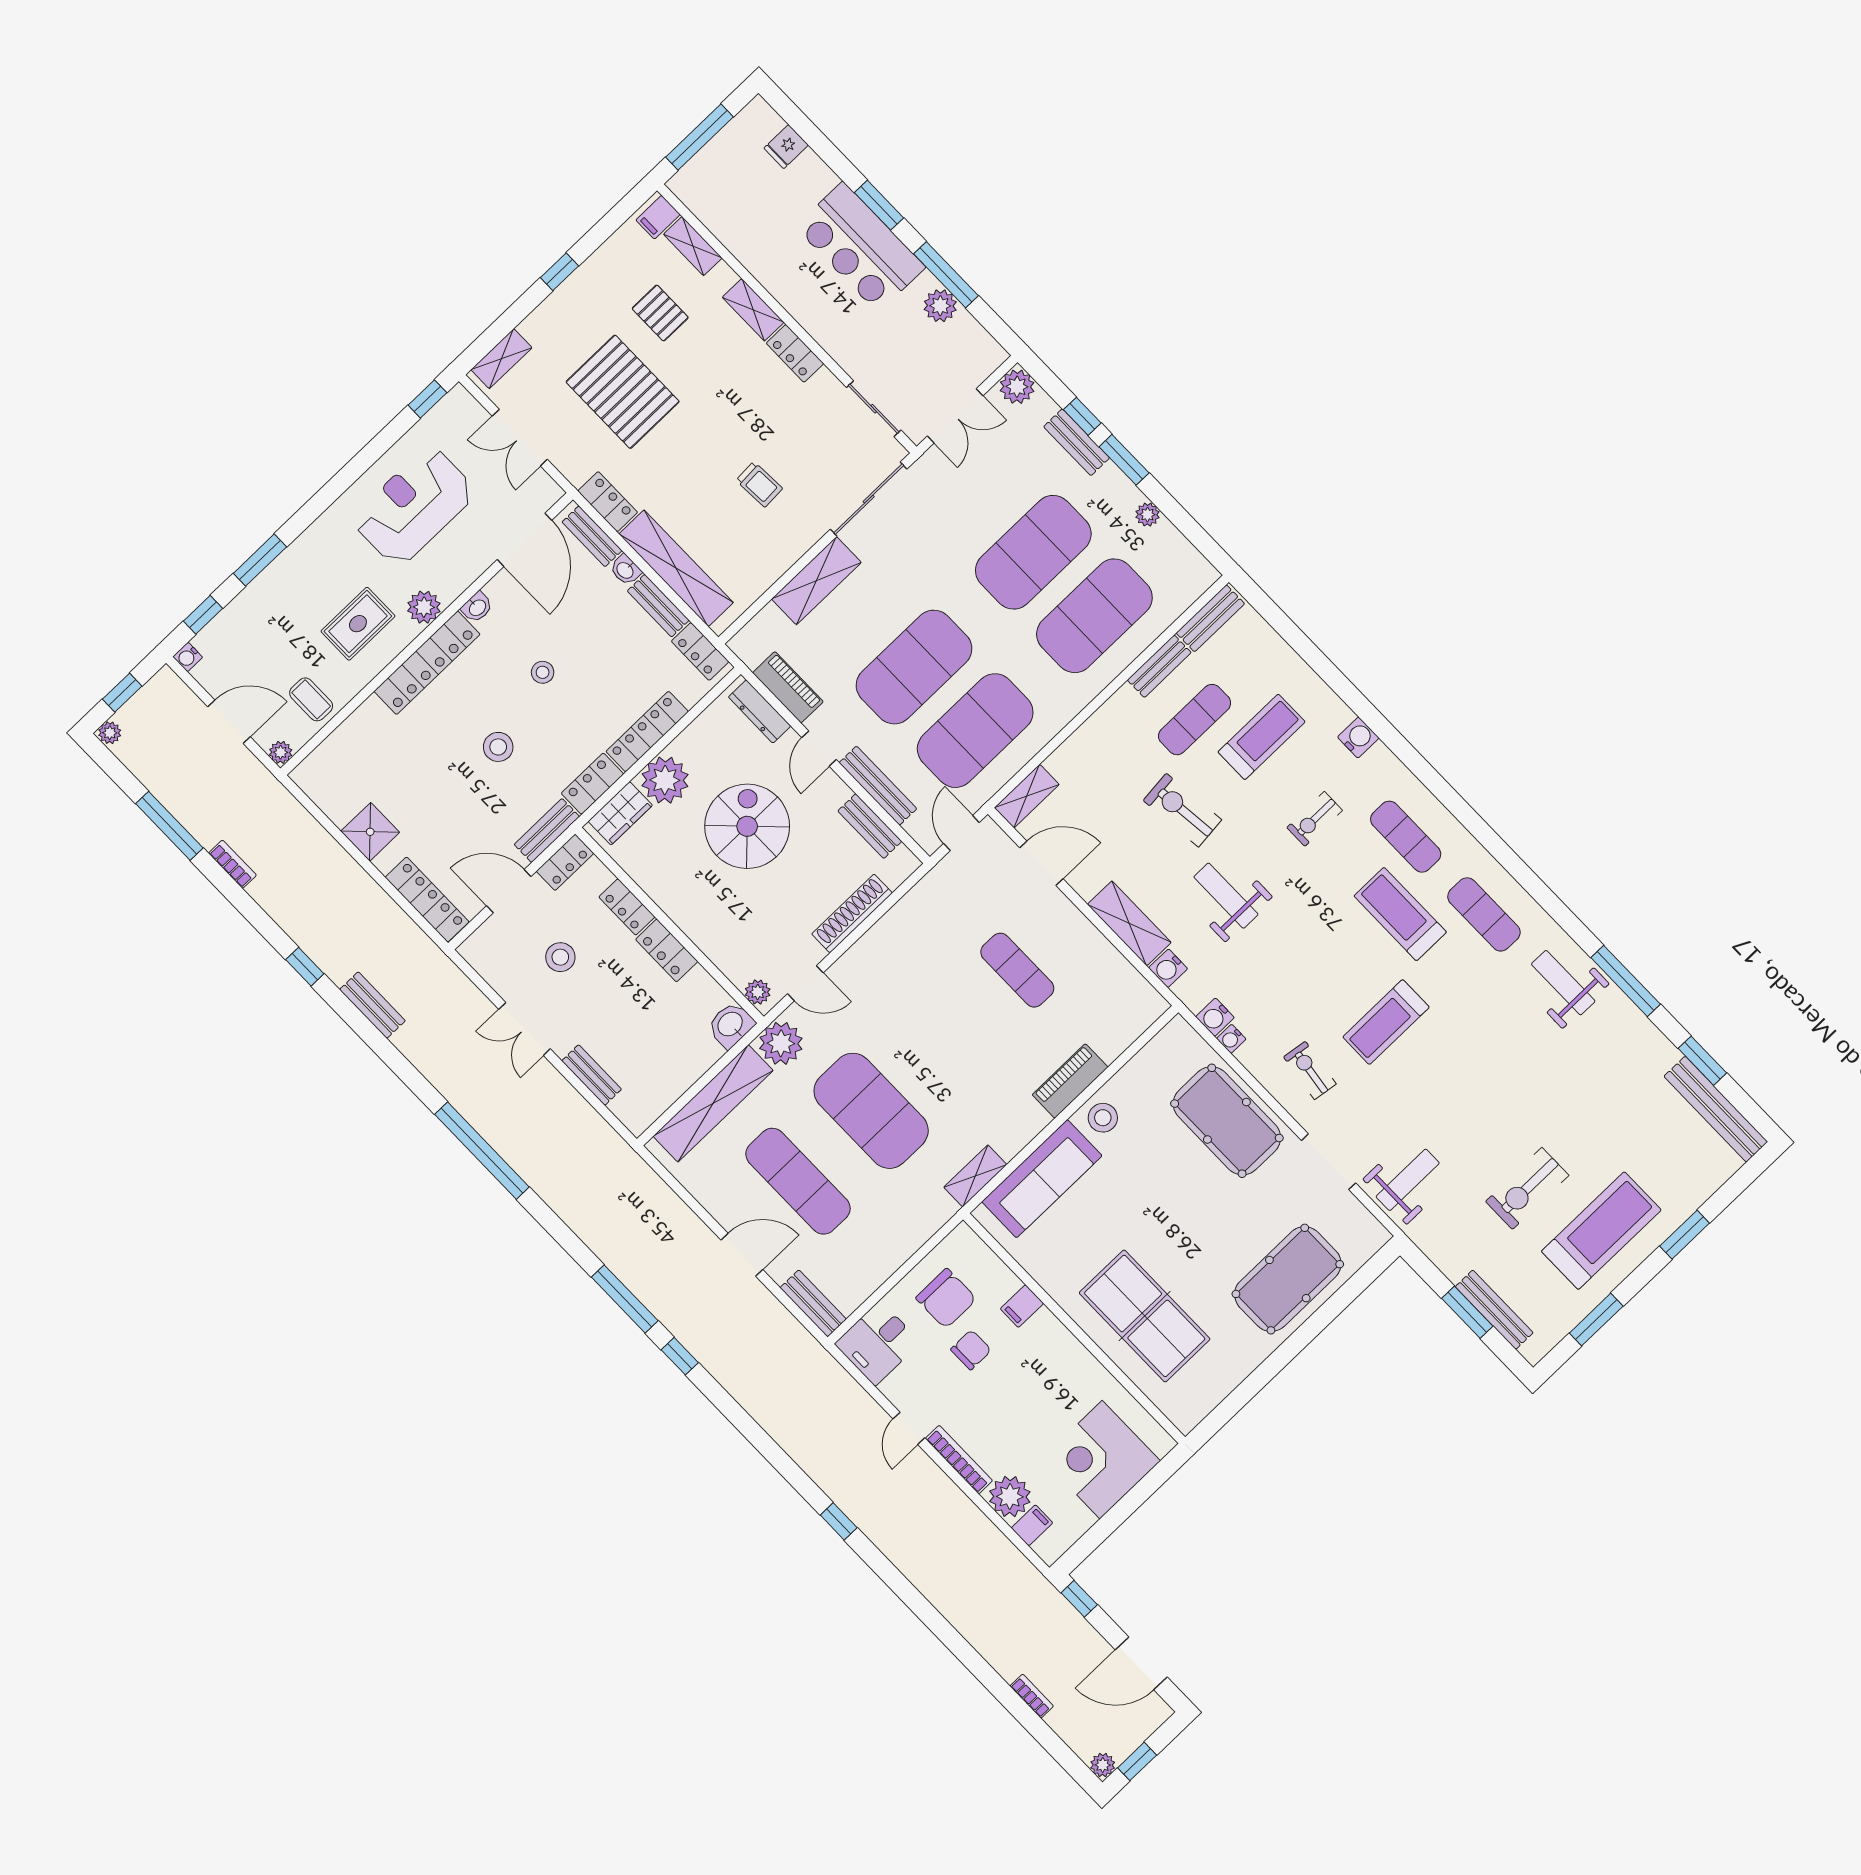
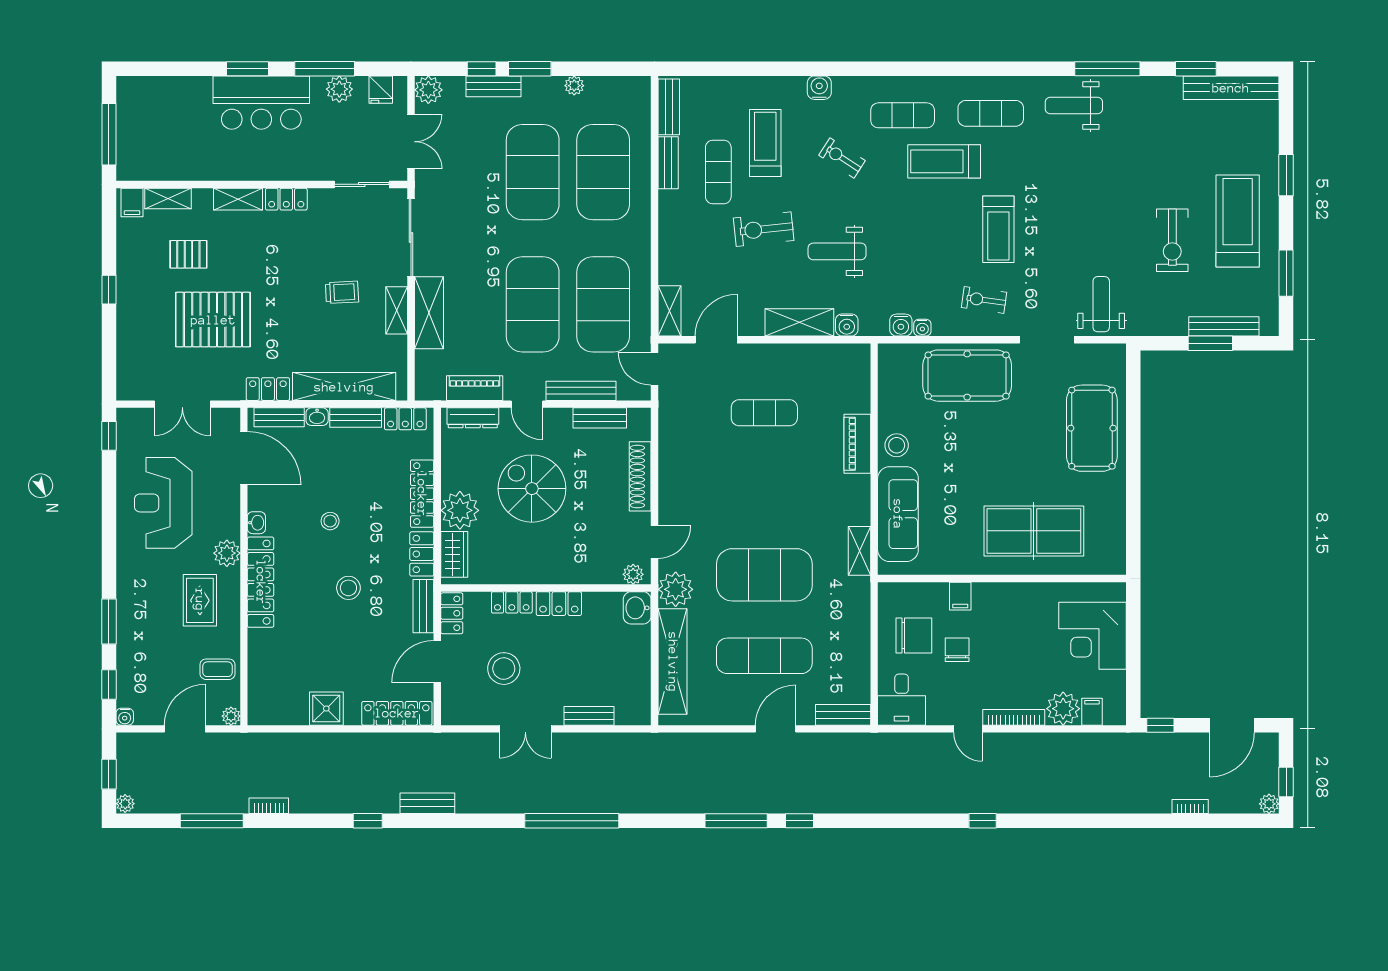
fridge: (786, 147) -> (381, 90), moved
shelving: (501, 359) -> (397, 310), moved
exercise bike: (1315, 819) -> (842, 158), turned 123
stool: (560, 957) -> (504, 669), width x1.38, depth x1.38

